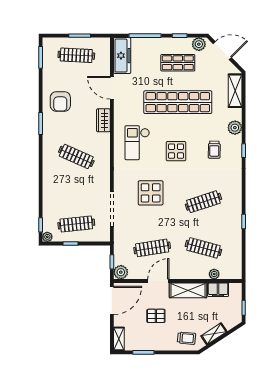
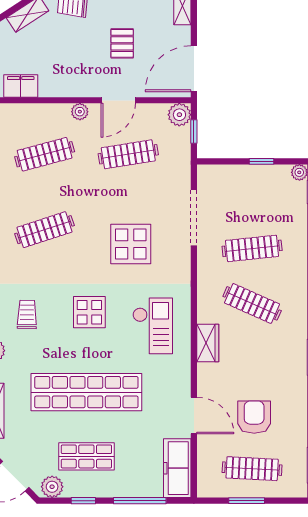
armchair: (60, 102) -> (254, 417), moved
wardrobe: (103, 120) -> (208, 343), moved
clothes rail: (76, 224) -> (252, 248), moved
clothes rail: (203, 248) -> (45, 154), turned -30
plant: (214, 274) -> (80, 112), moved
shelving: (188, 290) -> (70, 85), removed
pallet: (156, 316) -> (122, 43), turned 90

